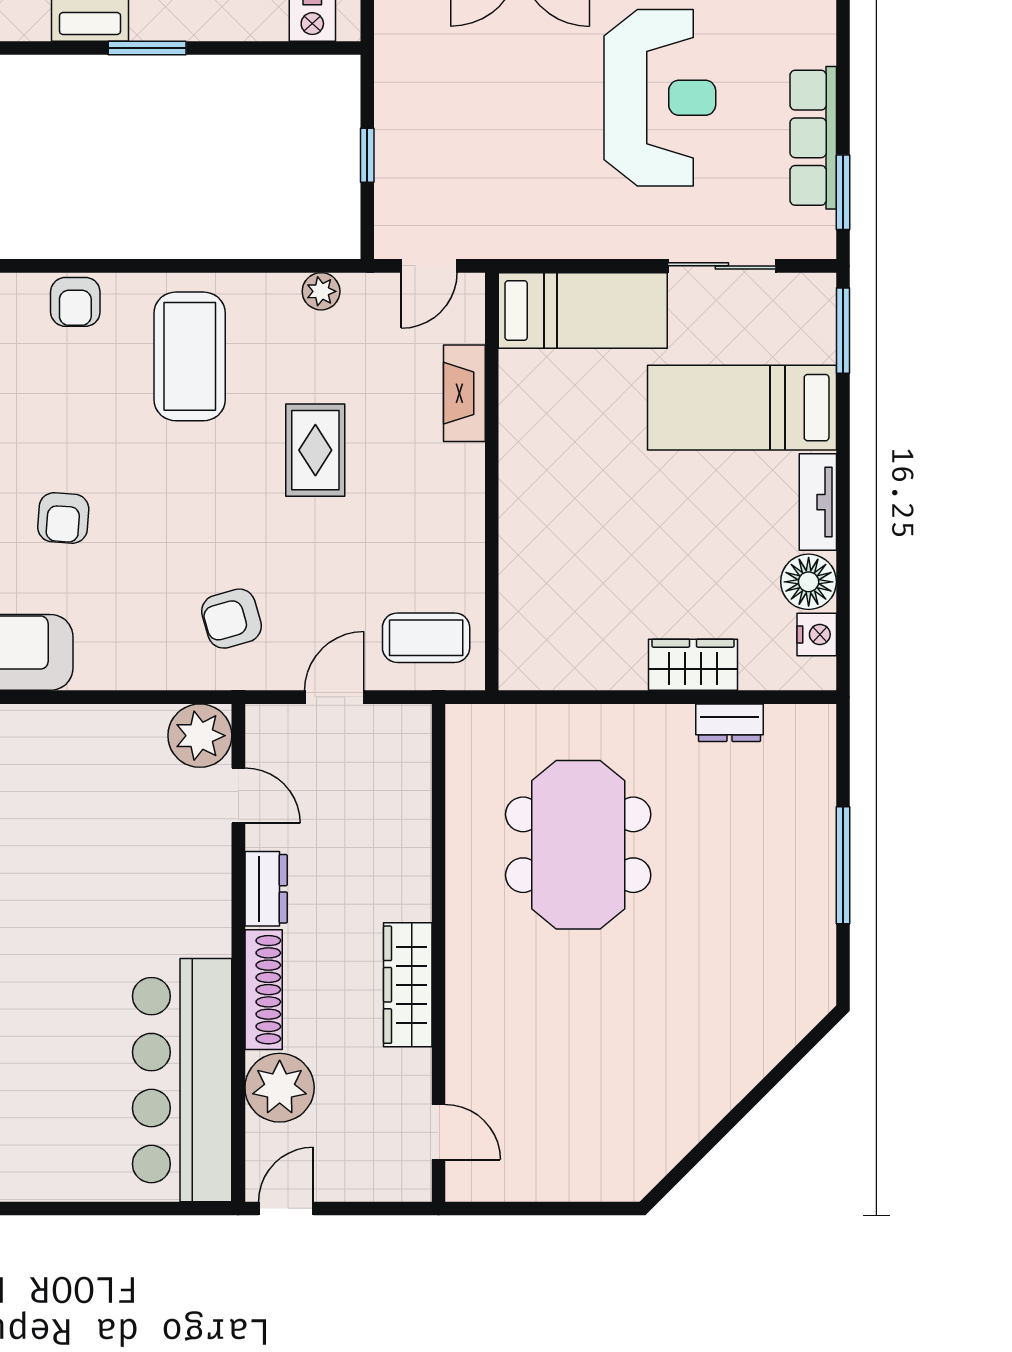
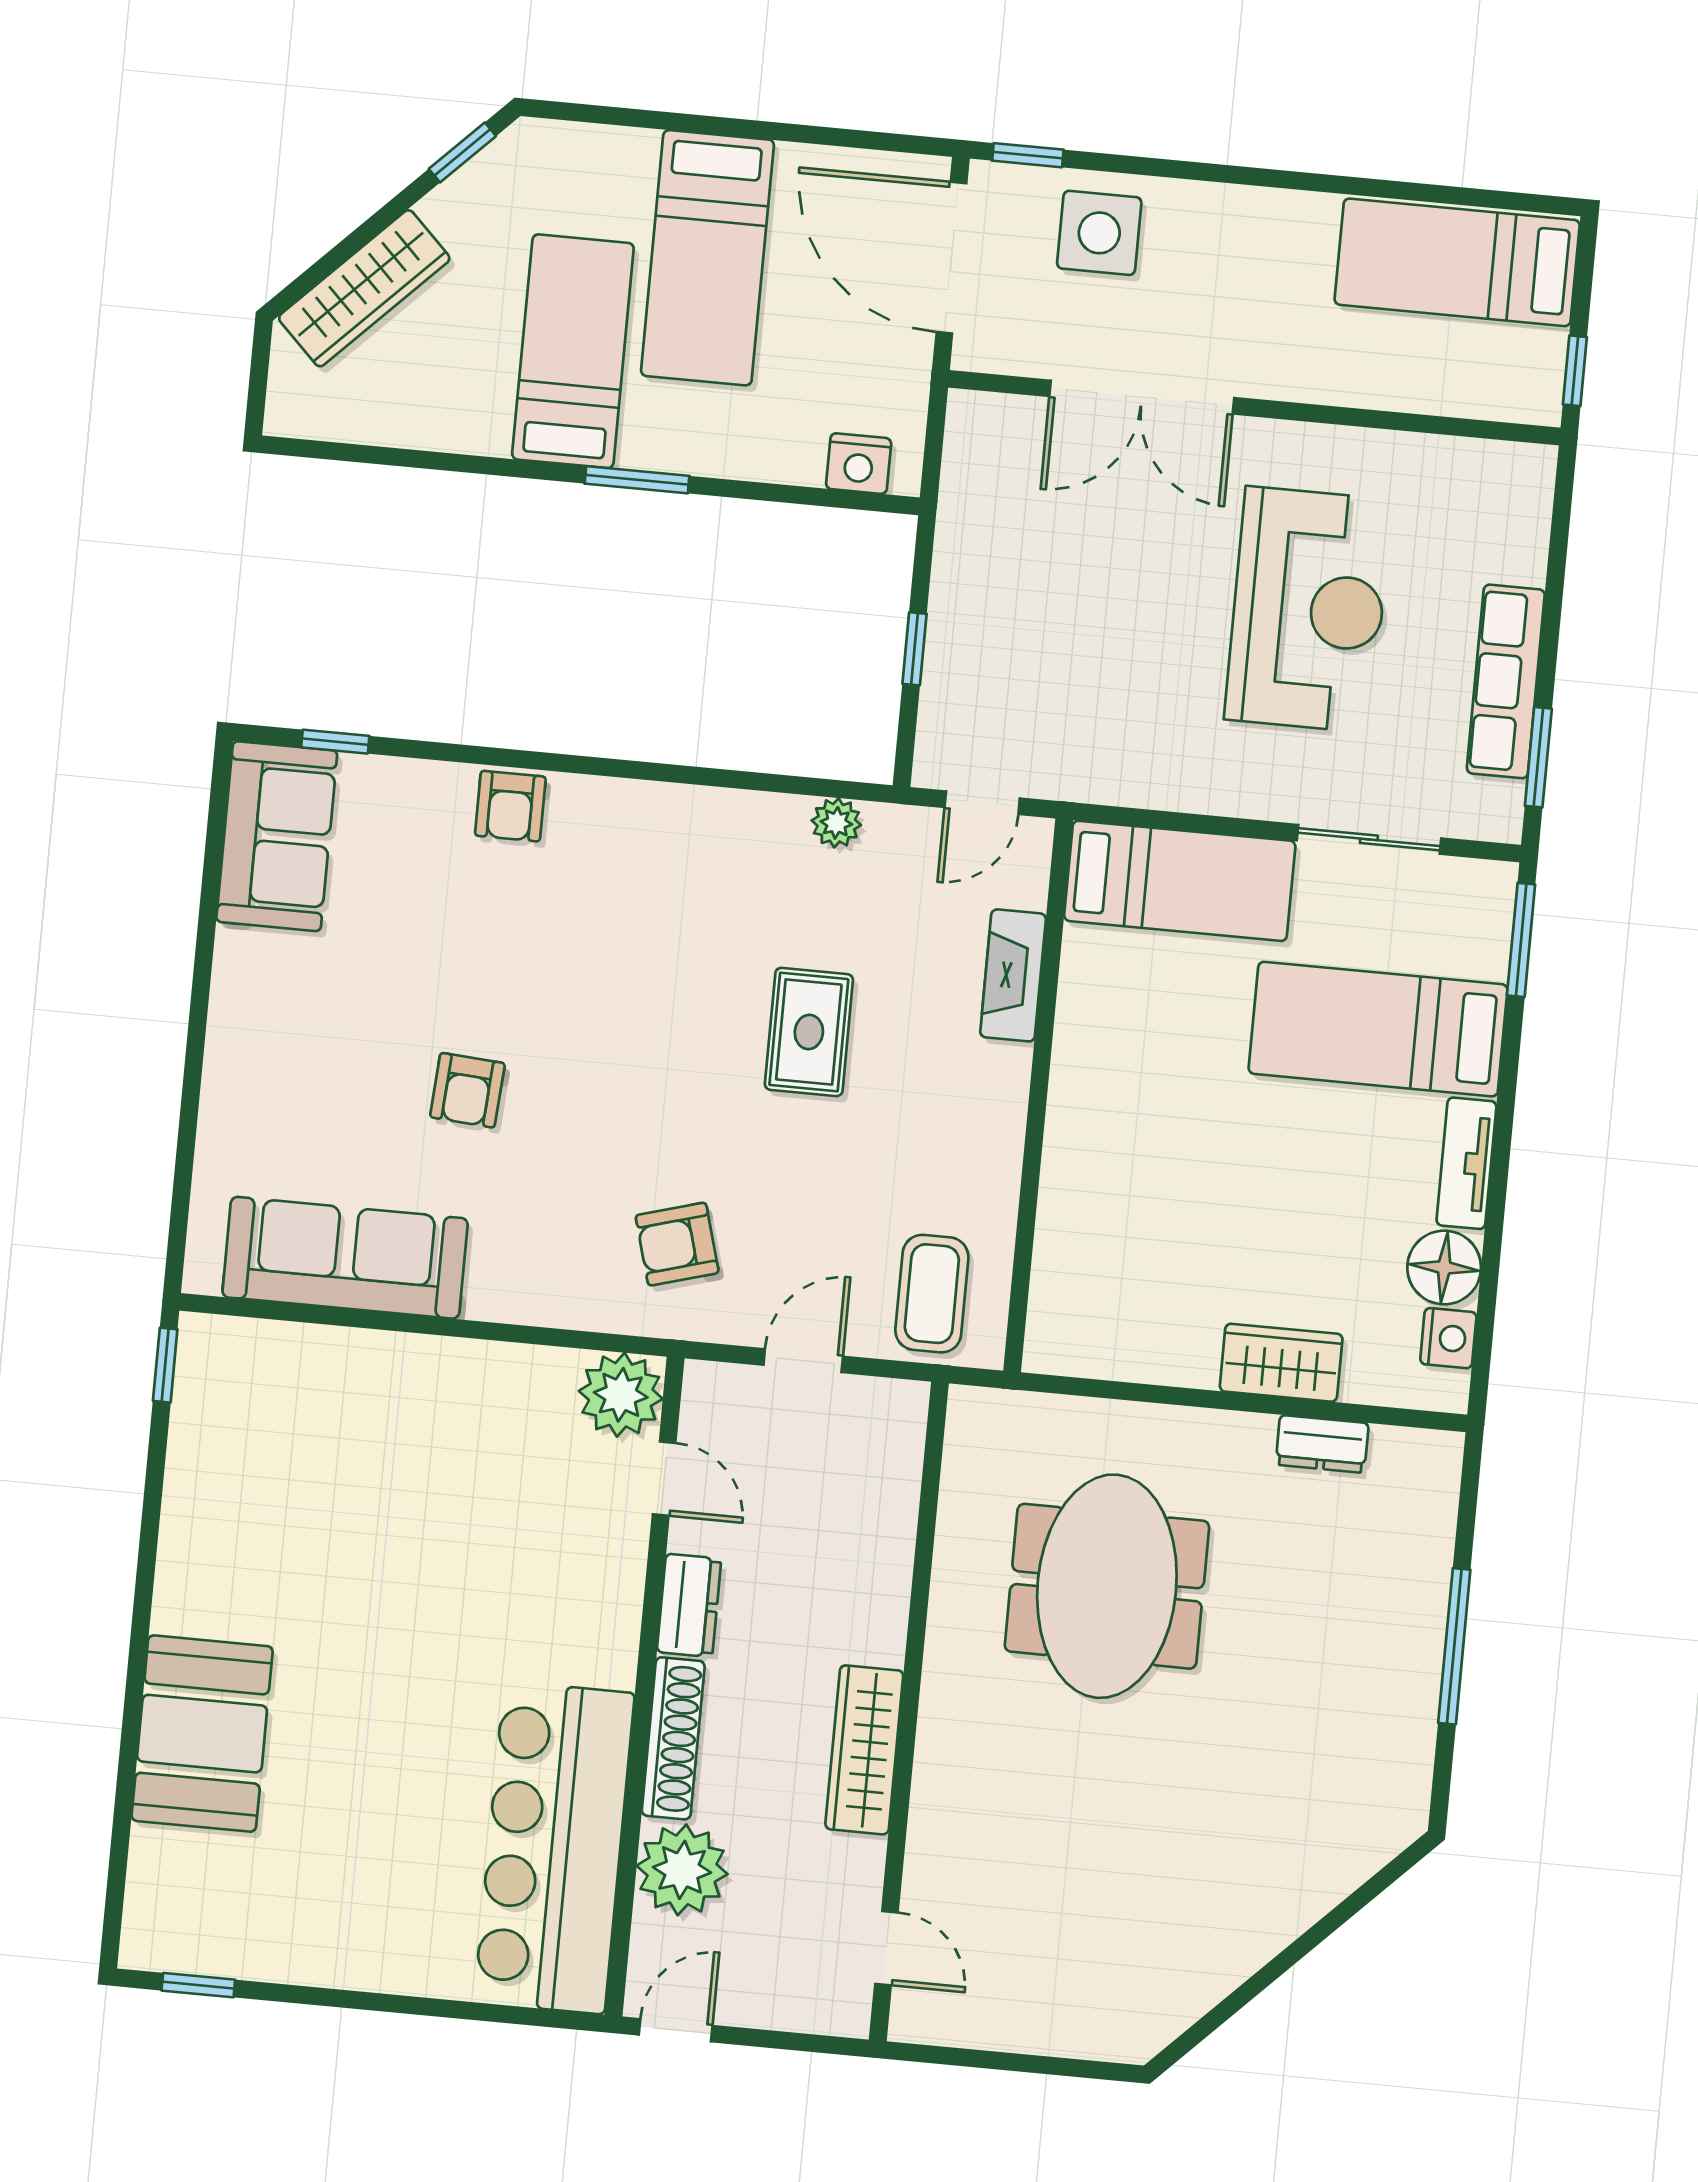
coffee table: (190, 356) -> (655, 892), removed
coffee table: (426, 638) -> (932, 1294), turned 90

